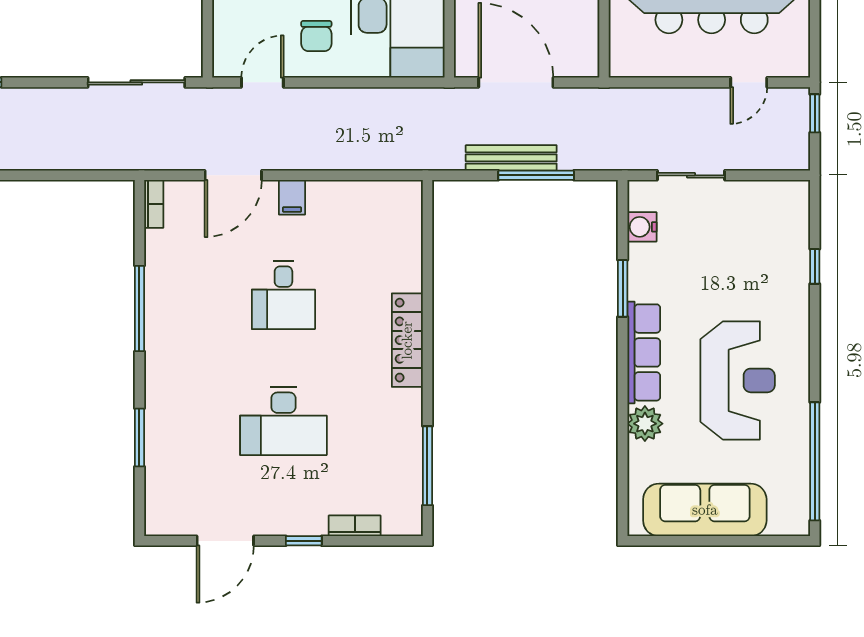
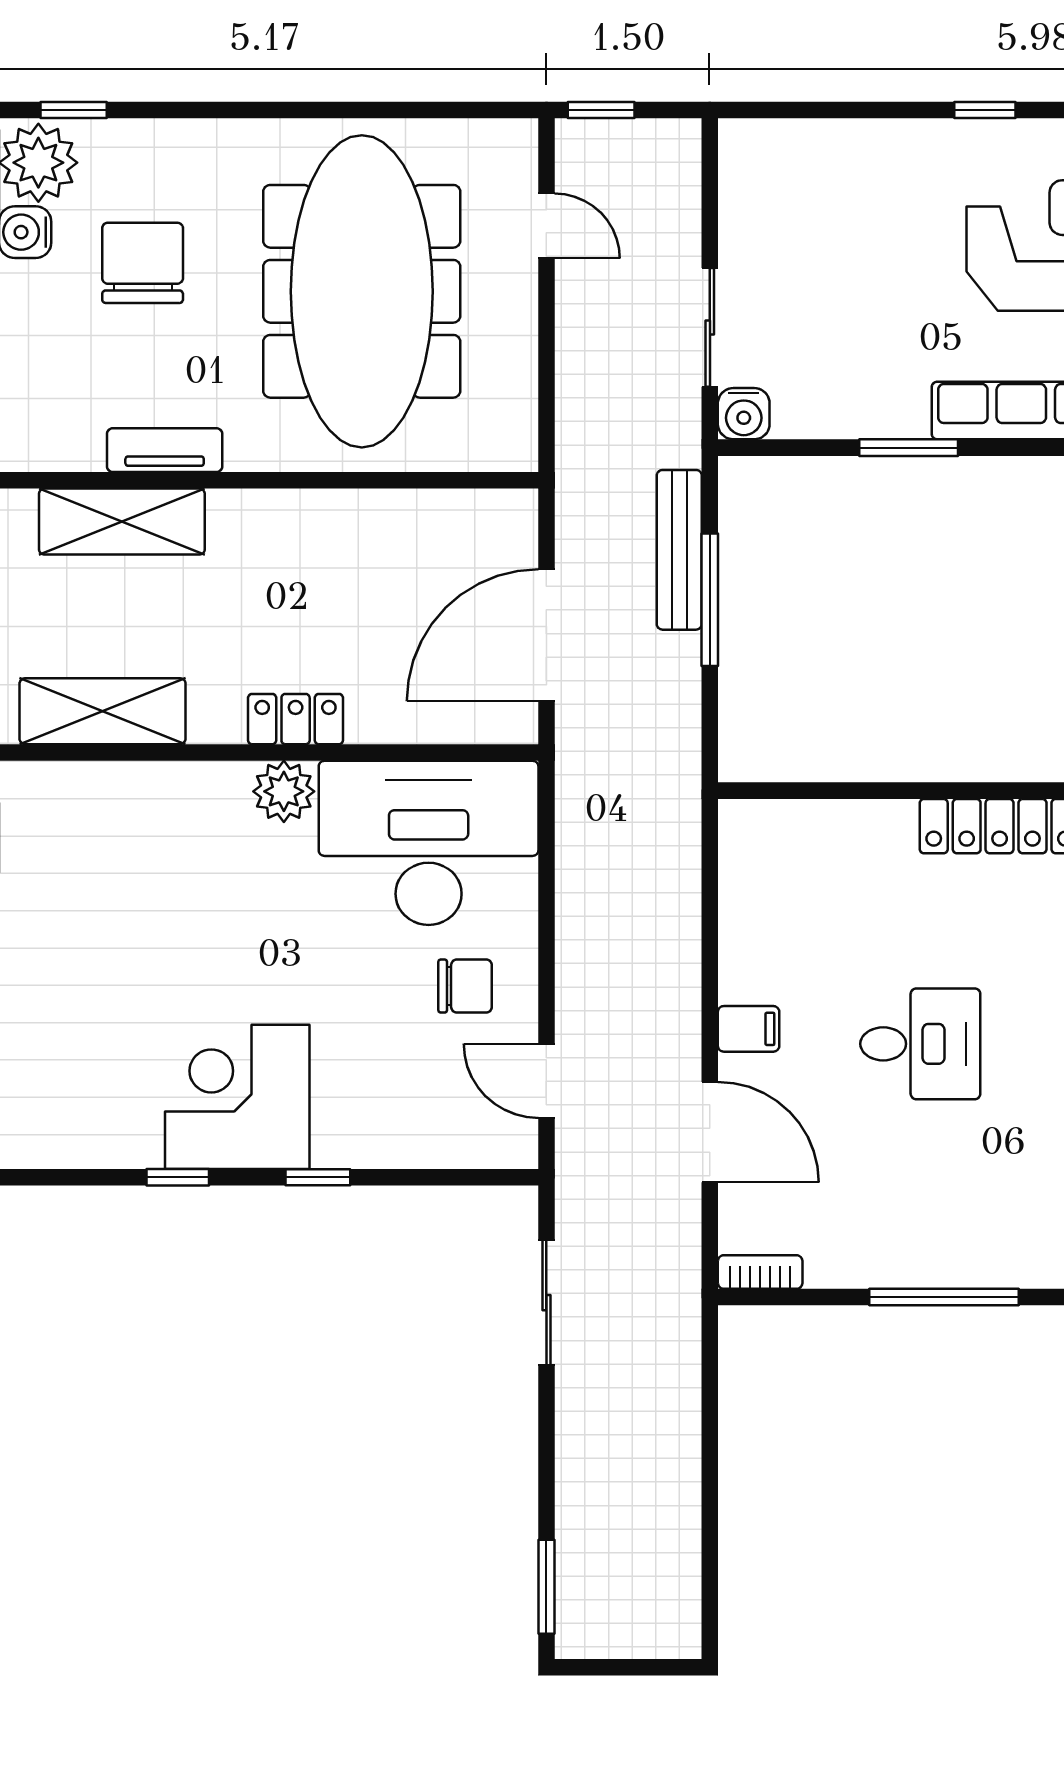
sliding door: (136, 82) -> (546, 1303), width x0.73
bench: (511, 158) -> (679, 550), moved
water cooler: (642, 227) -> (744, 414), moved
window: (815, 266) -> (985, 110), moved

